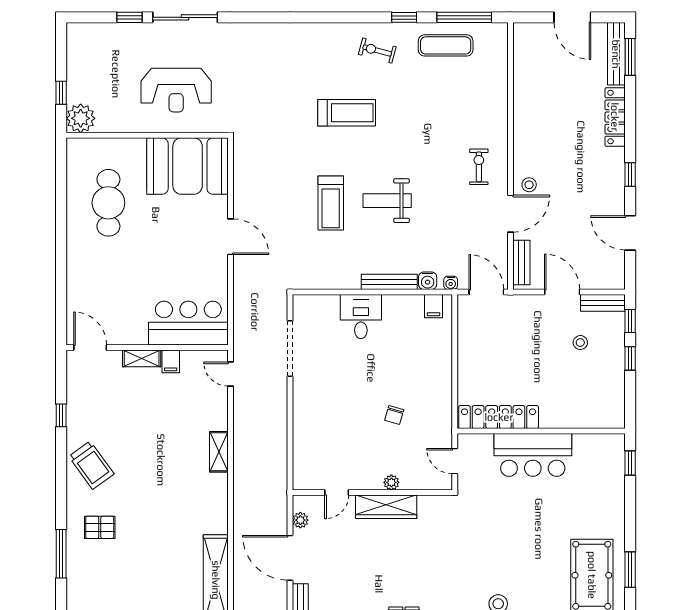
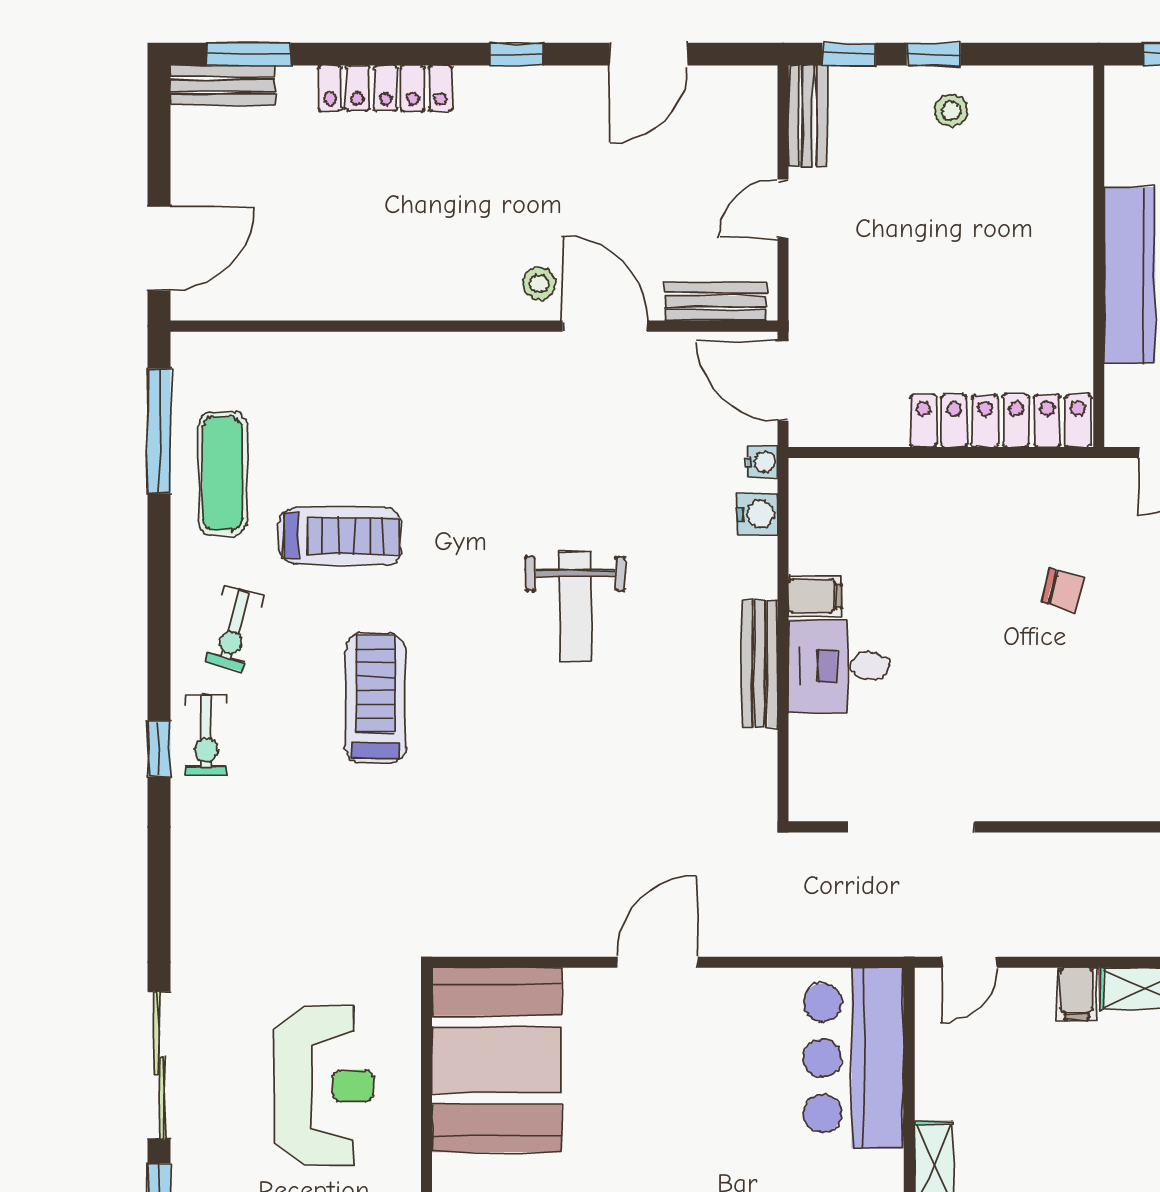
window: (404, 17) -> (159, 749), moved
door: (572, 17) -> (159, 249), moved
bench: (616, 54) -> (223, 85), width x0.73
exercise bike: (479, 167) -> (206, 735), moved, turned -90
treadmill: (331, 203) -> (340, 536), moved
bench: (389, 282) -> (760, 664), moved
door: (486, 292) -> (783, 381), hinge flipped
door: (562, 292) -> (783, 209), width x0.73
filing cabinet: (434, 306) -> (815, 596), moved
stool: (580, 343) -> (951, 111), moved
filing cabinet: (171, 361) -> (1076, 994), moved, turned 90
locker: (499, 417) -> (1001, 421), moved, turned 90

